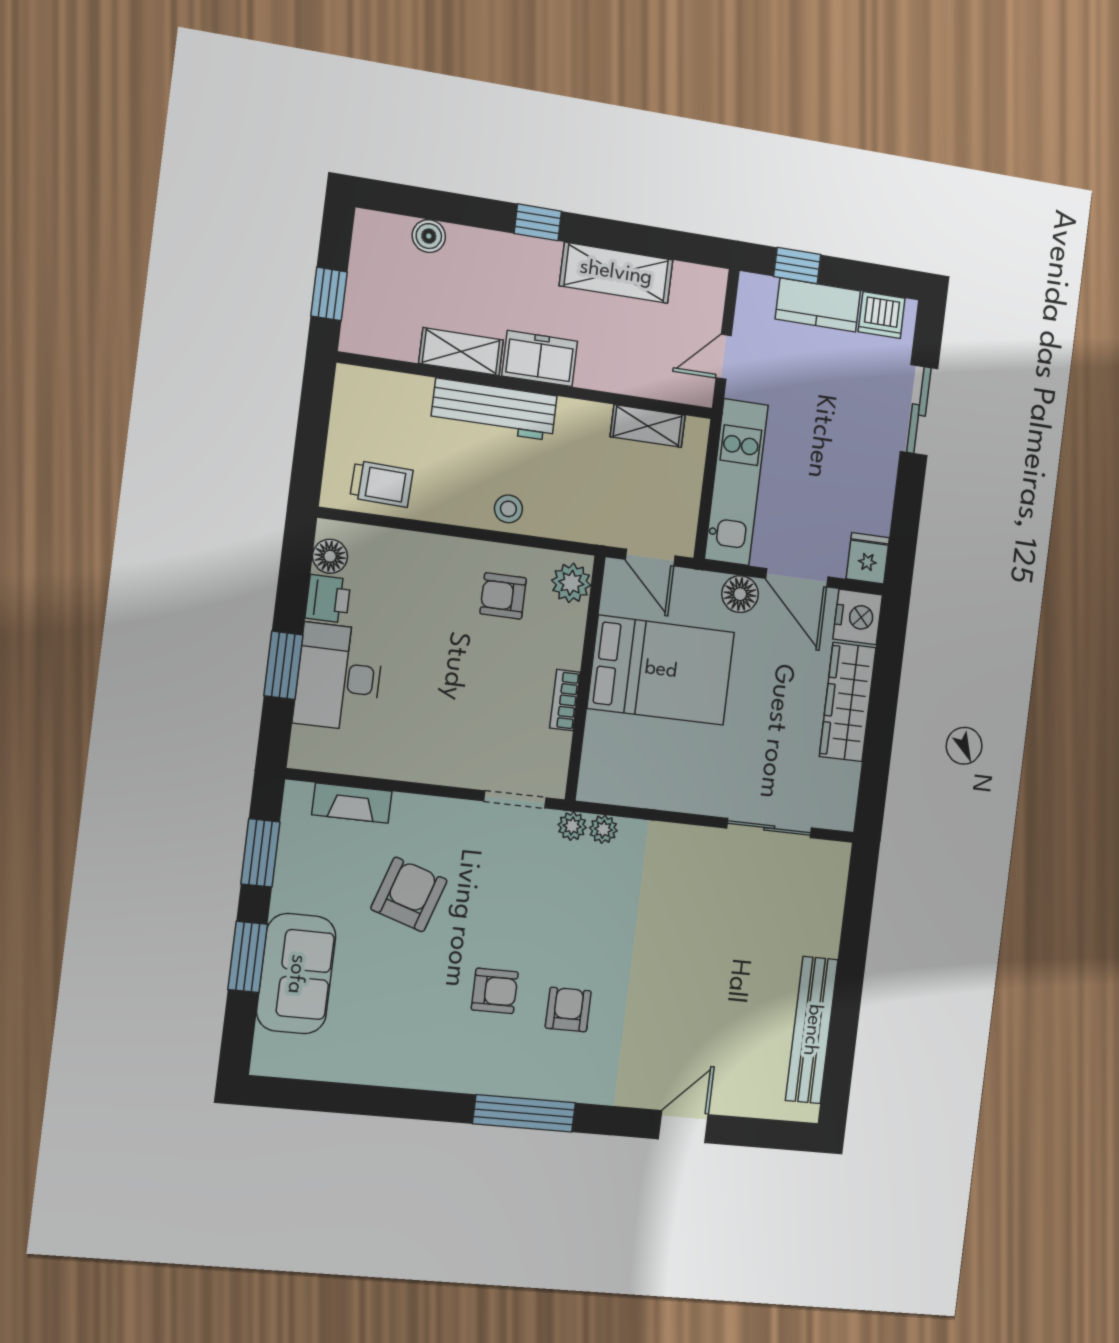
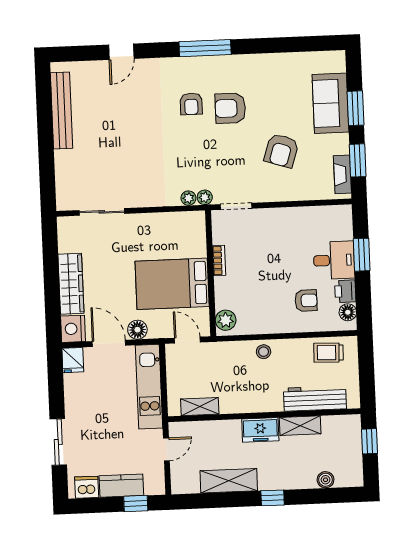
workbench: (494, 410) -> (315, 399), moved
armchair: (503, 596) -> (306, 300), moved
desk: (339, 677) -> (334, 260), width x0.73
fireplace: (352, 803) -> (342, 174), moved, turned -90
armchair: (495, 991) -> (230, 108), width x1.38, depth x1.38

